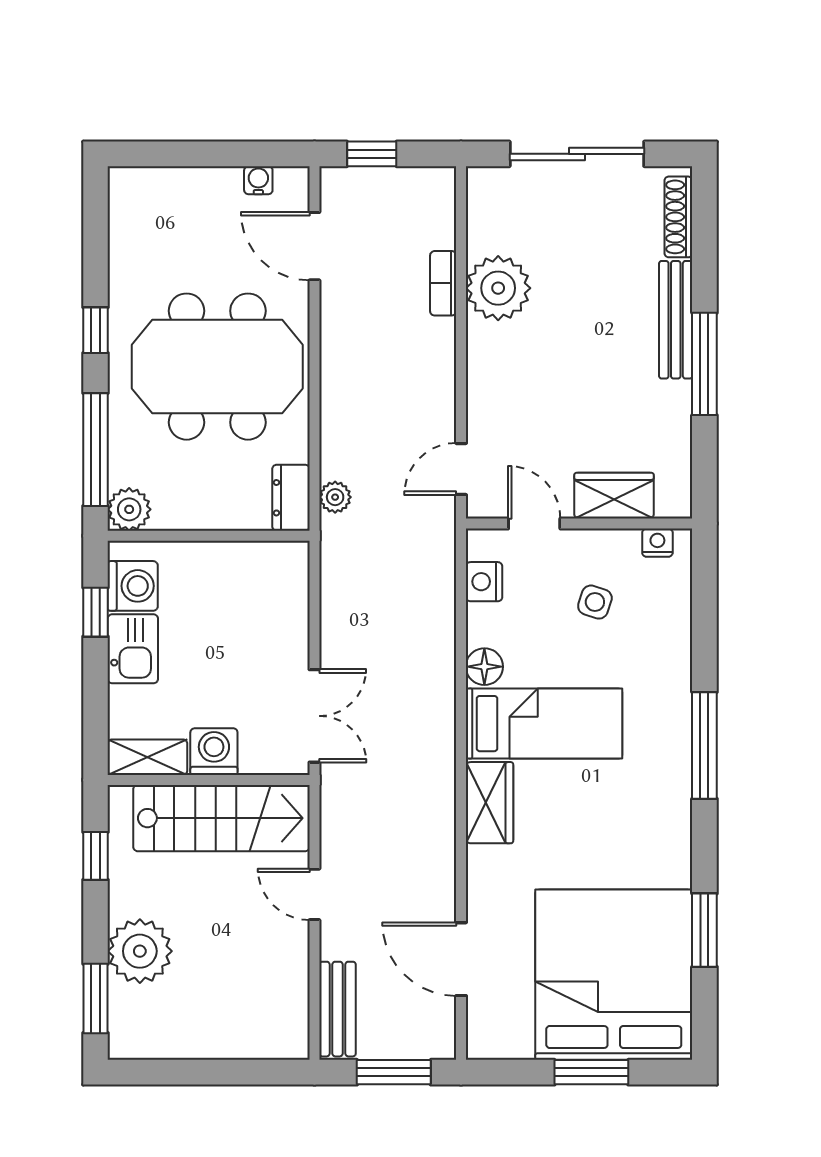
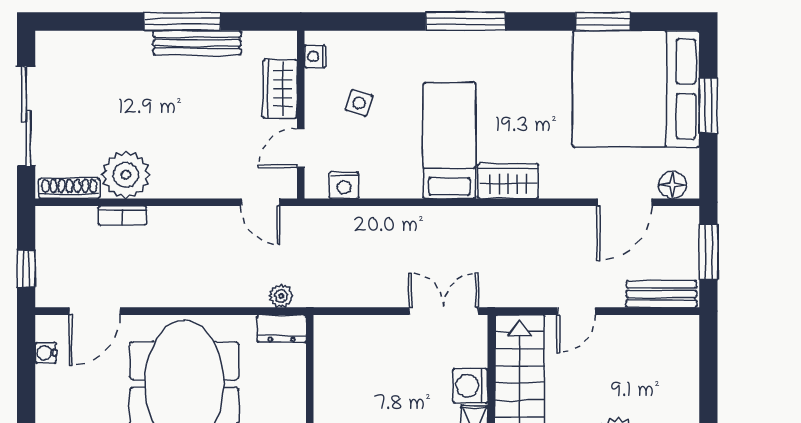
shoe rack: (678, 217) -> (69, 188), moved, turned 180
bench: (676, 320) -> (197, 43), moved
floor lamp: (484, 667) -> (673, 185), moved

